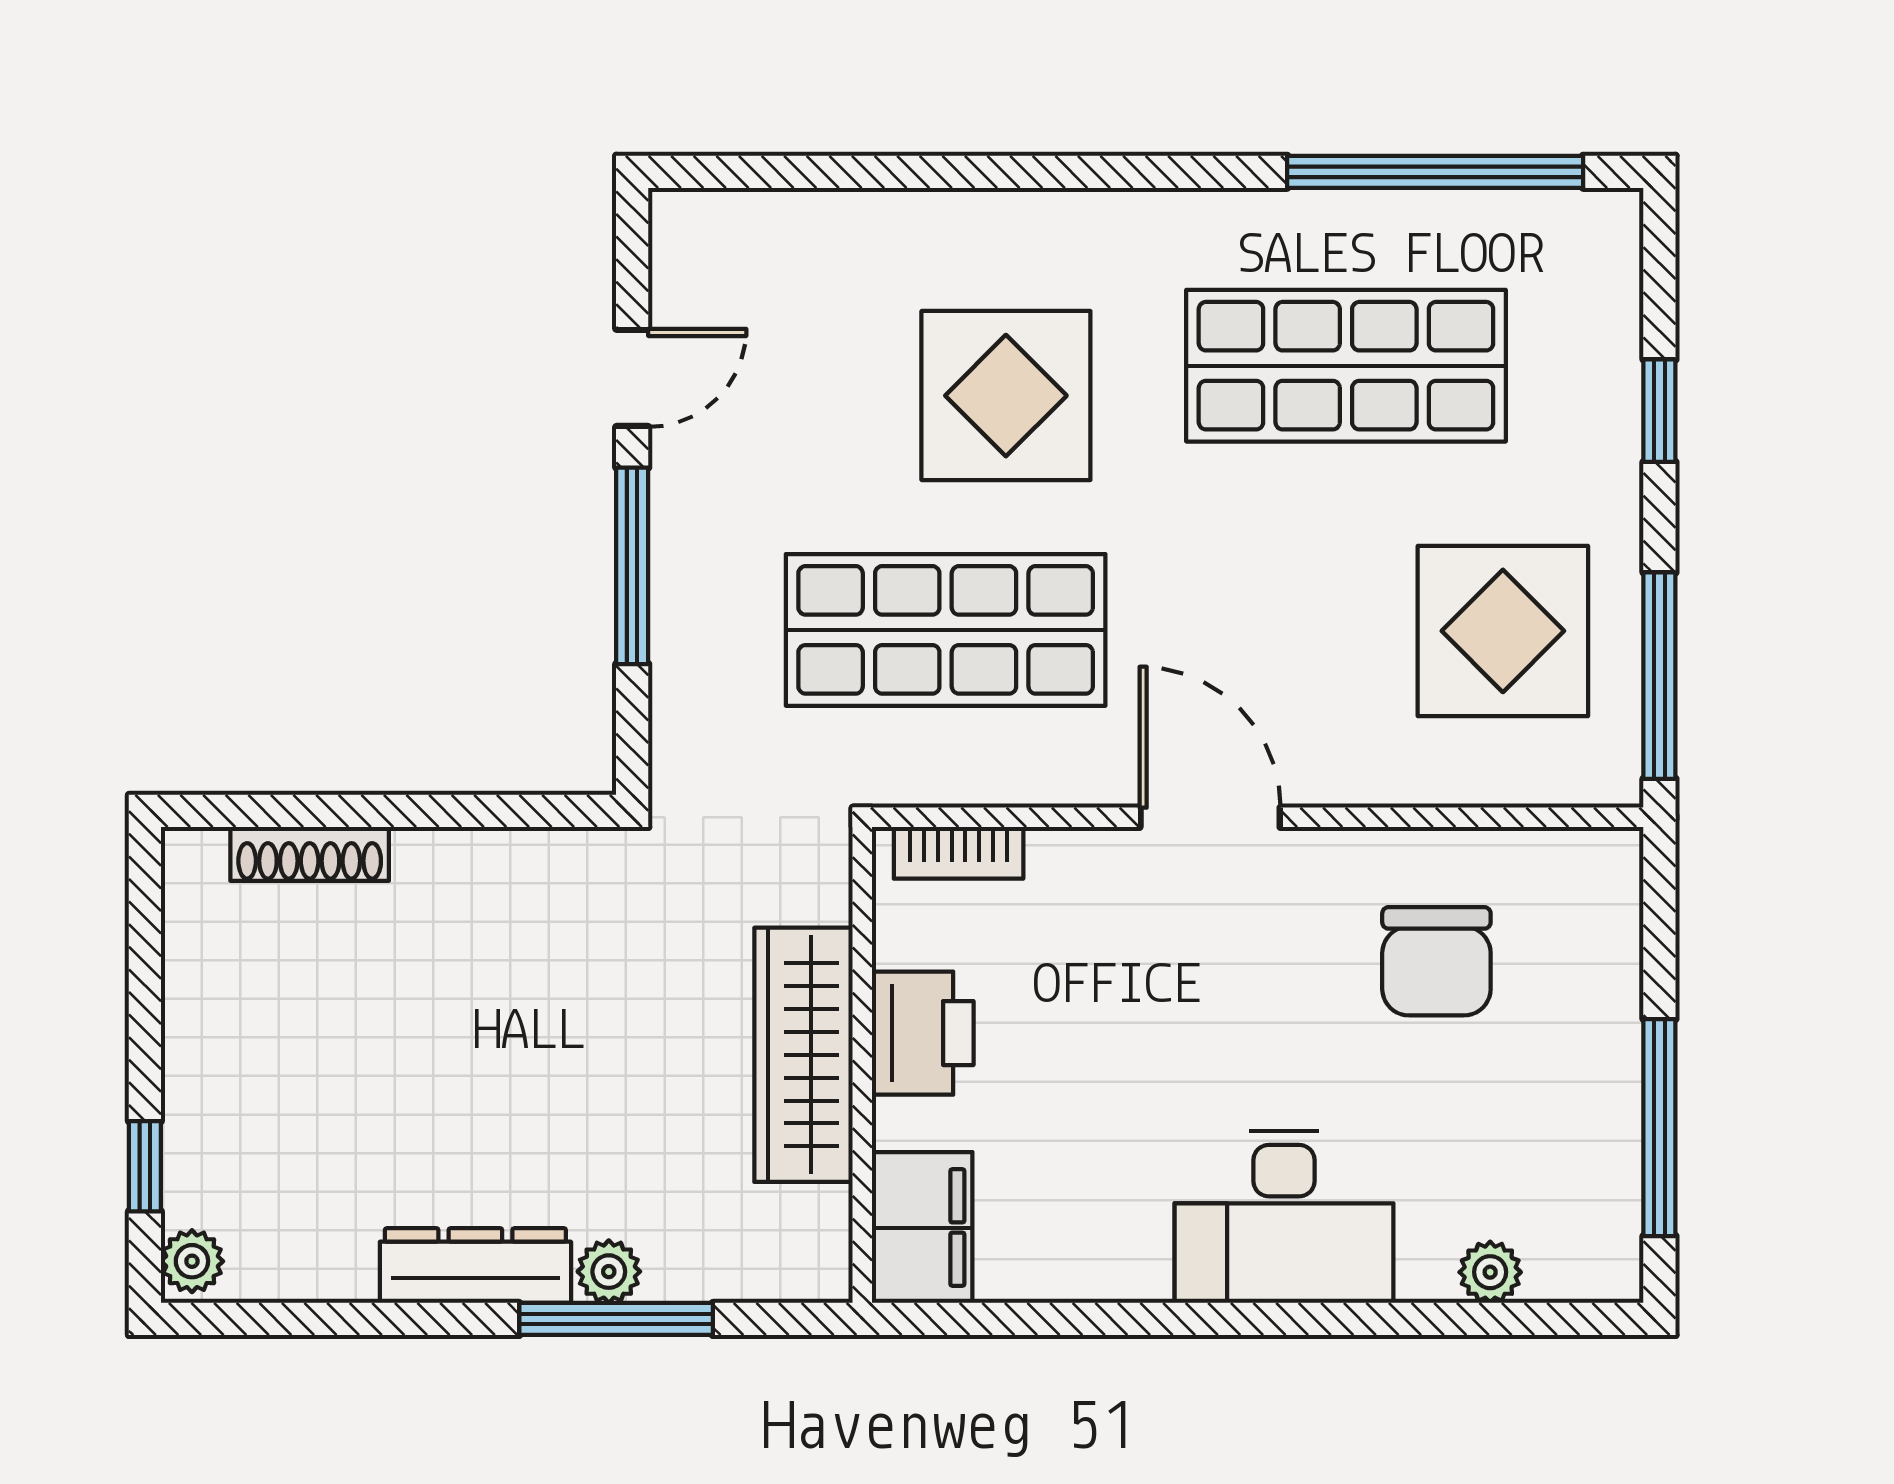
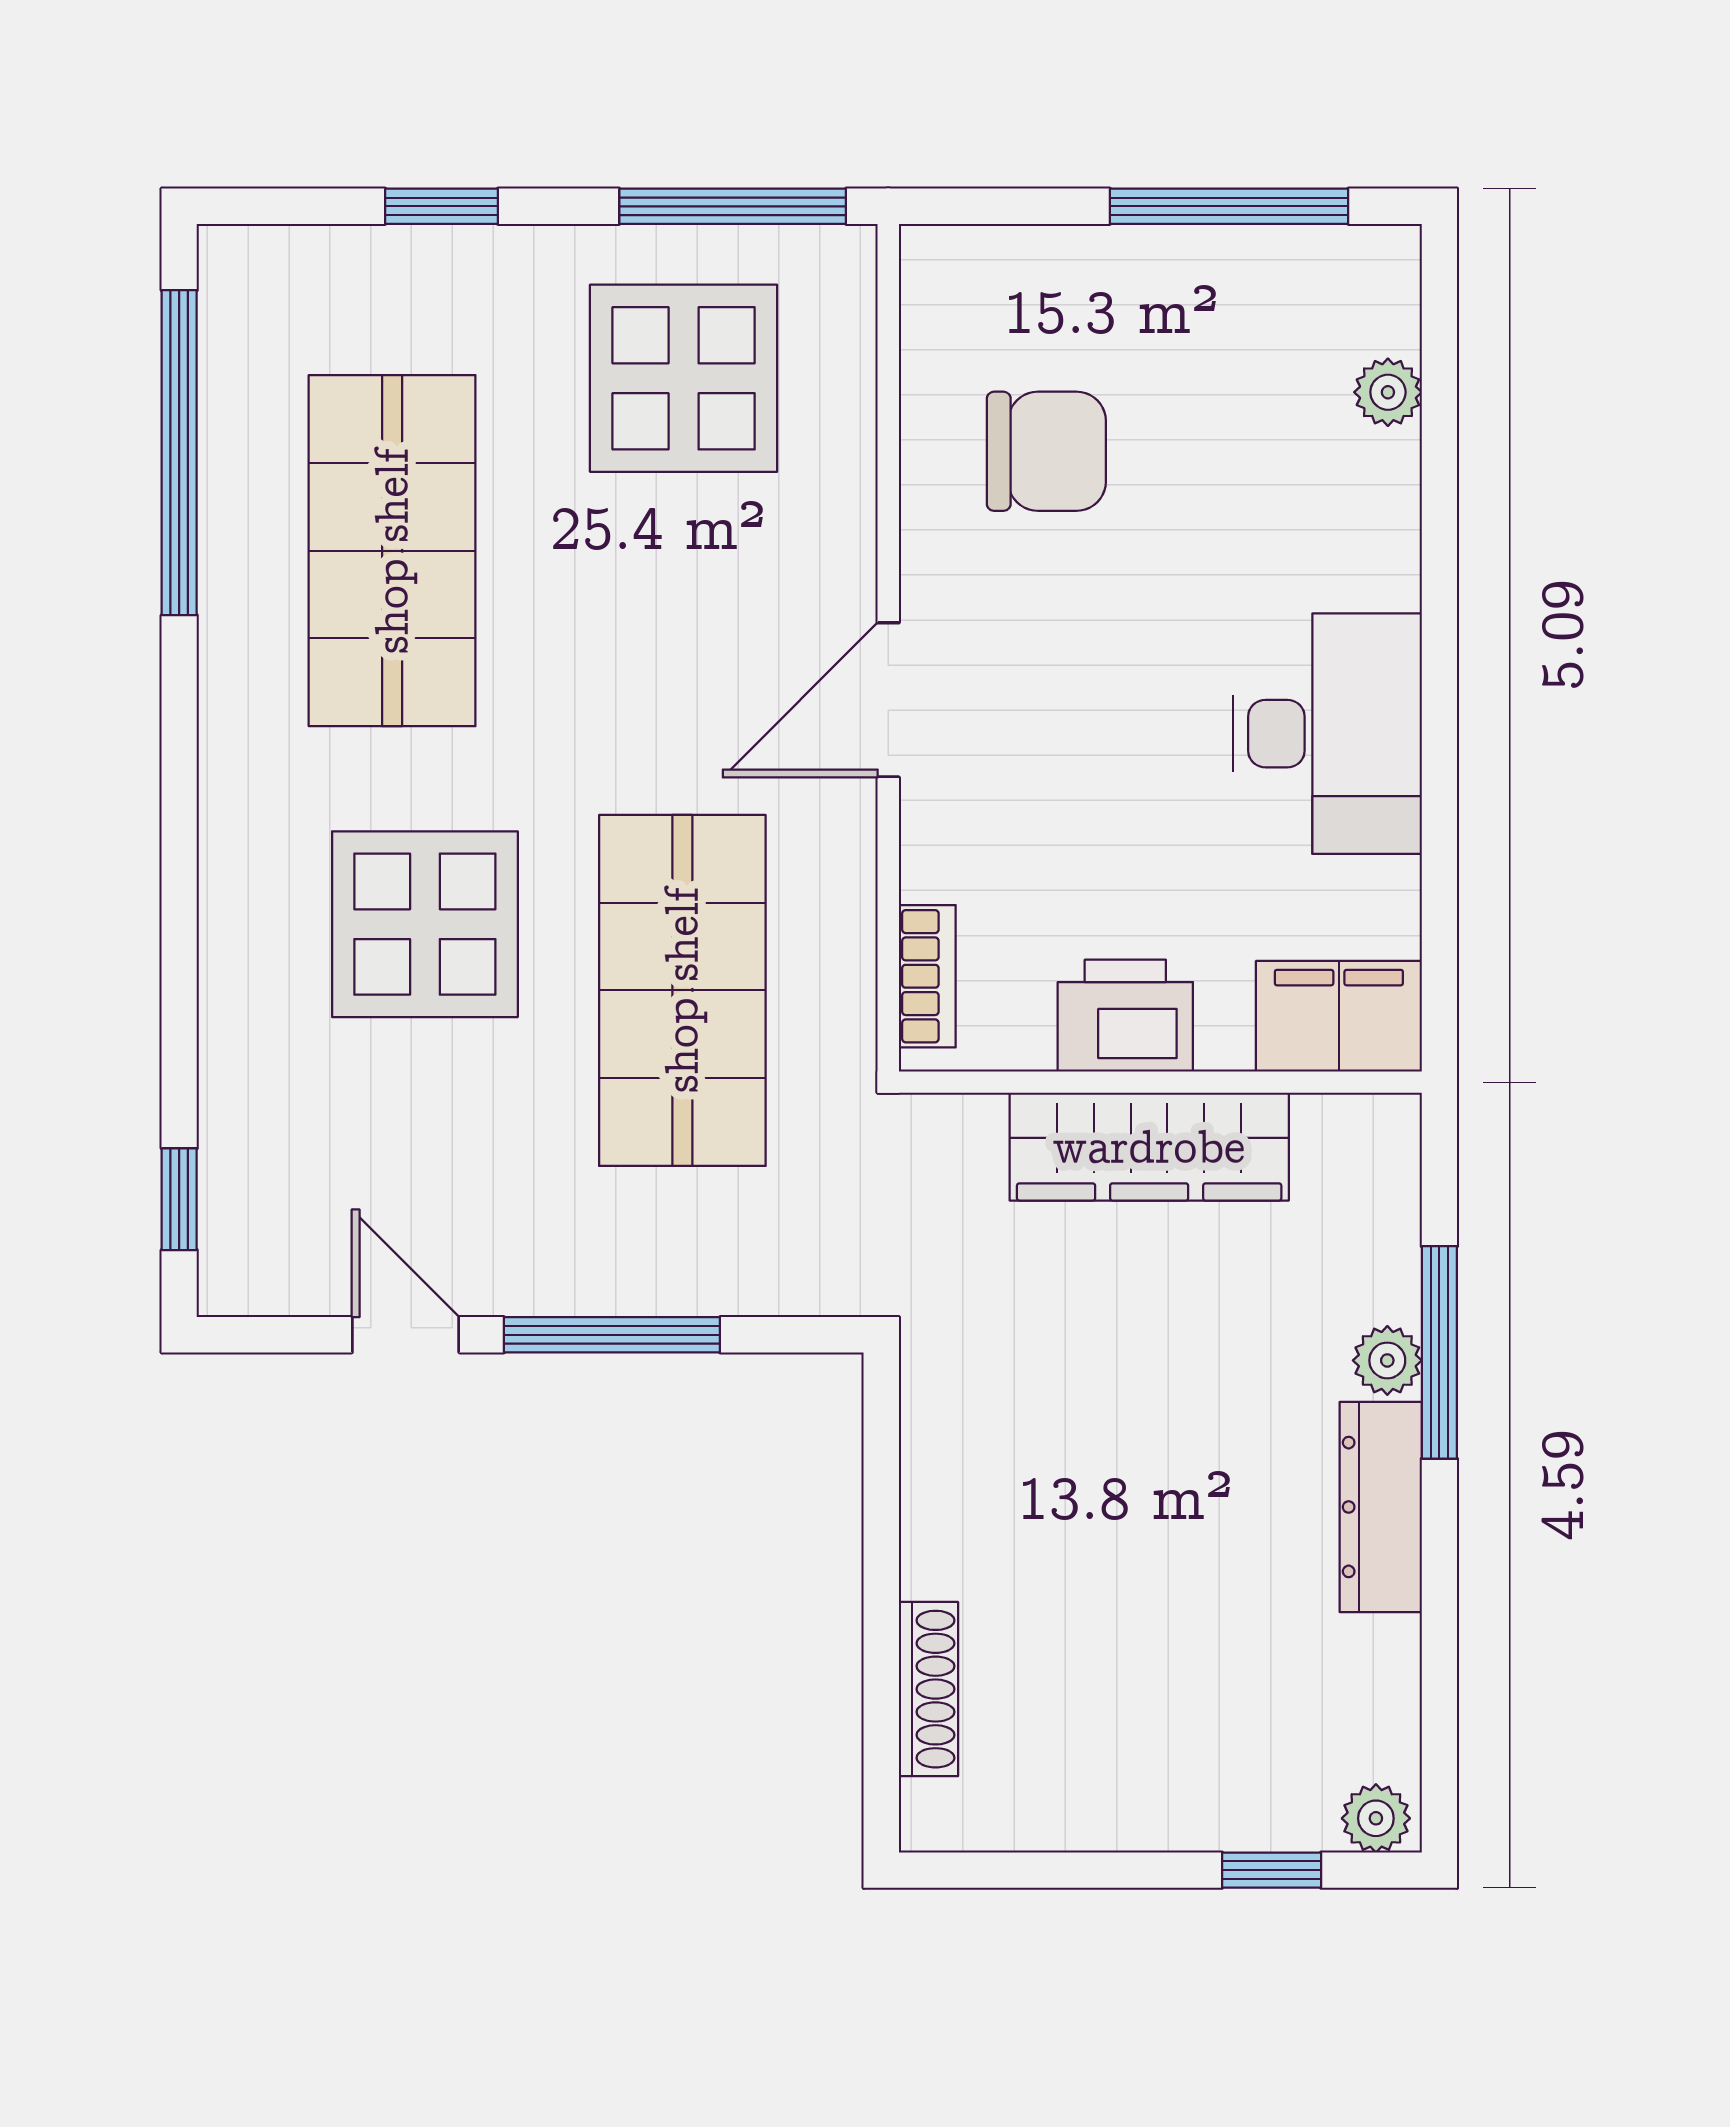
window: (756, 172) -> (179, 1199), added
desk: (1284, 1217) -> (1327, 734), moved

